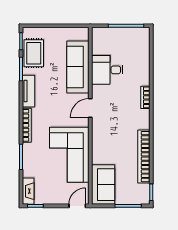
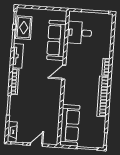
desk: (107, 70) -> (79, 33), moved
corner sofa: (69, 155) -> (45, 106), removed
bookcase: (144, 157) -> (103, 96), moved
sofa: (103, 185) -> (70, 125), width x1.36
door: (77, 206) -> (36, 145), moved

